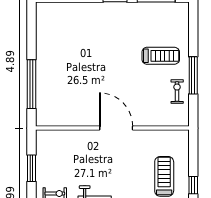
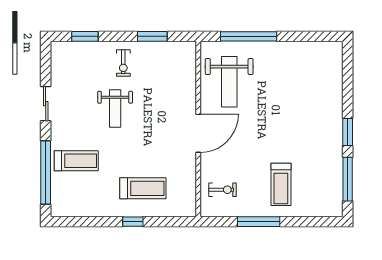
exercise bike: (177, 92) -> (222, 190), moved
weight bench: (71, 101) -> (229, 82), added

